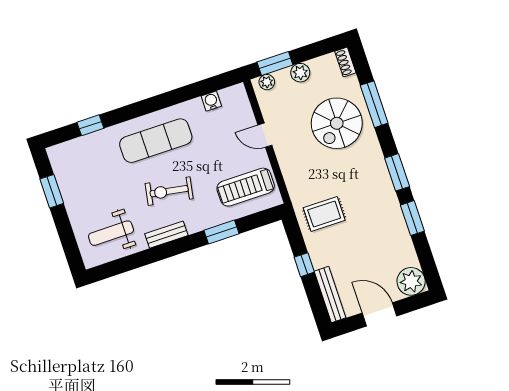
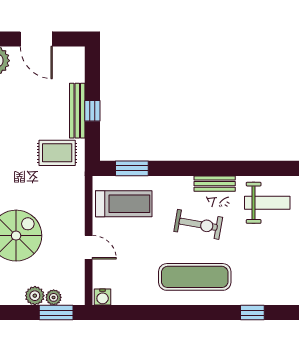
plant: (267, 82) -> (54, 297), moved
water cooler: (211, 101) -> (103, 297), moved
window: (222, 232) -> (132, 168), moved
bench: (330, 294) -> (77, 111), moved

